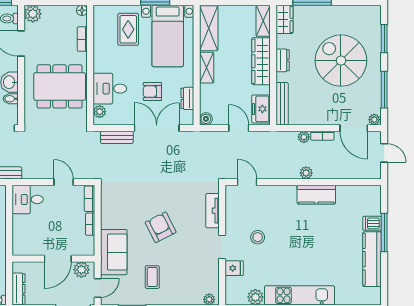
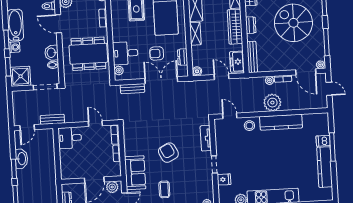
plant: (306, 173) -> (272, 103), width x1.88, depth x1.88
kitchen counter: (316, 195) -> (281, 122), width x1.50
stool: (258, 237) -> (249, 126), moved

